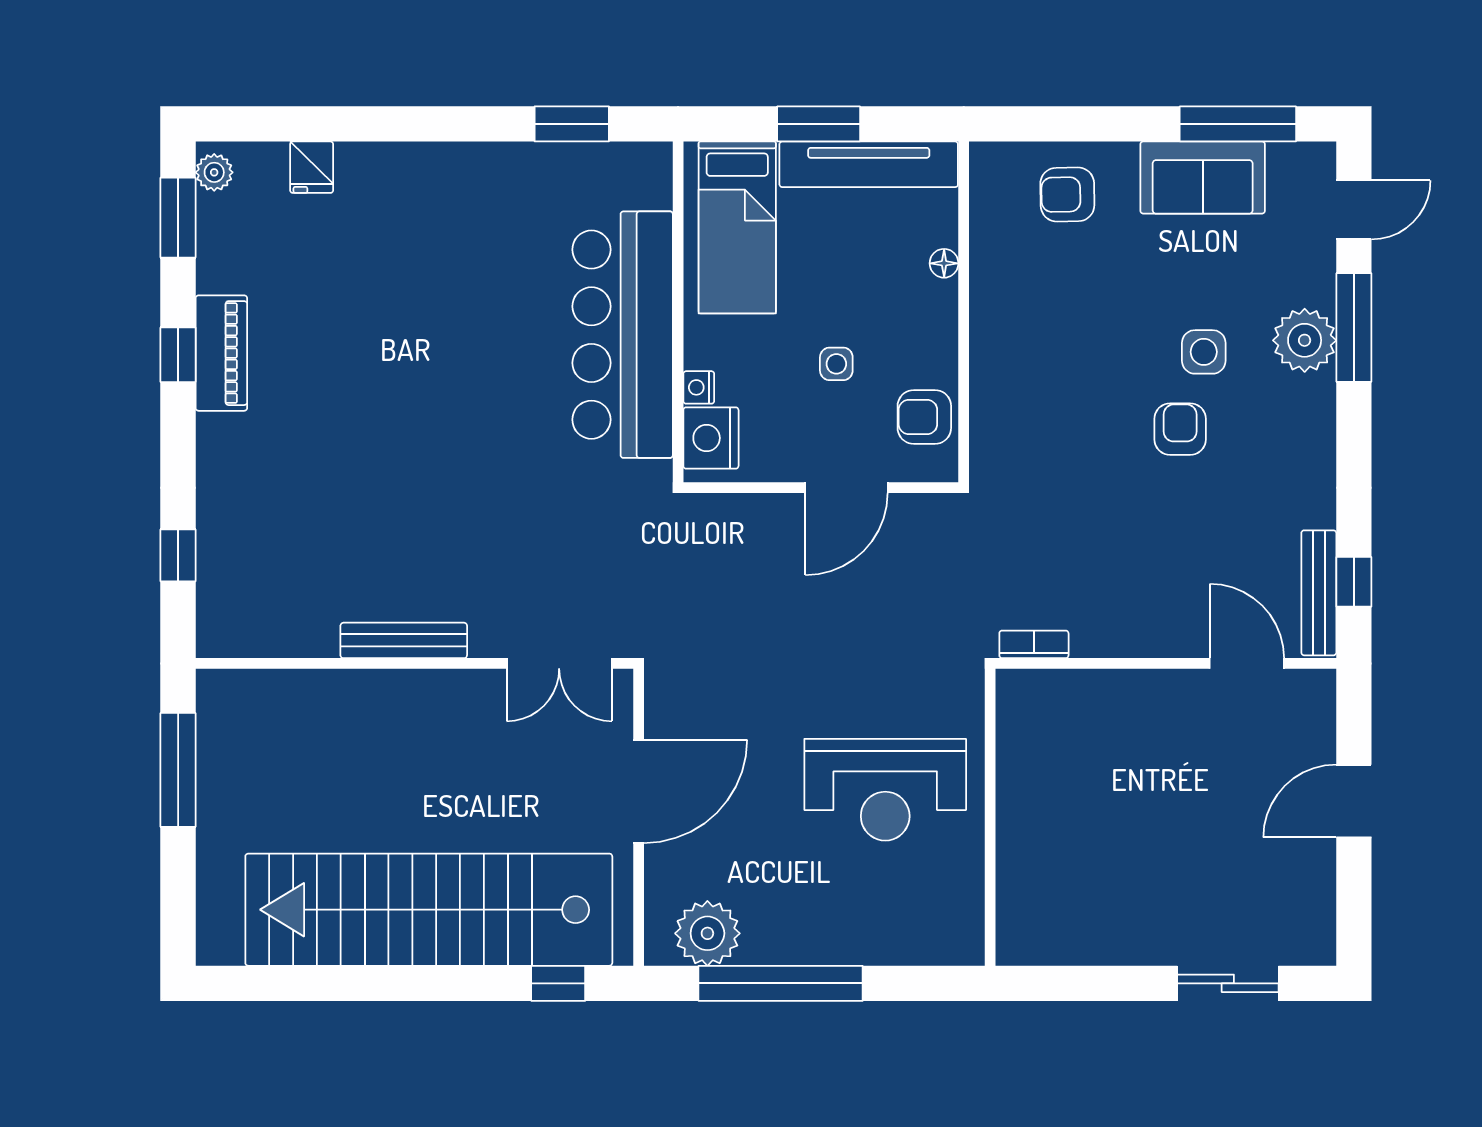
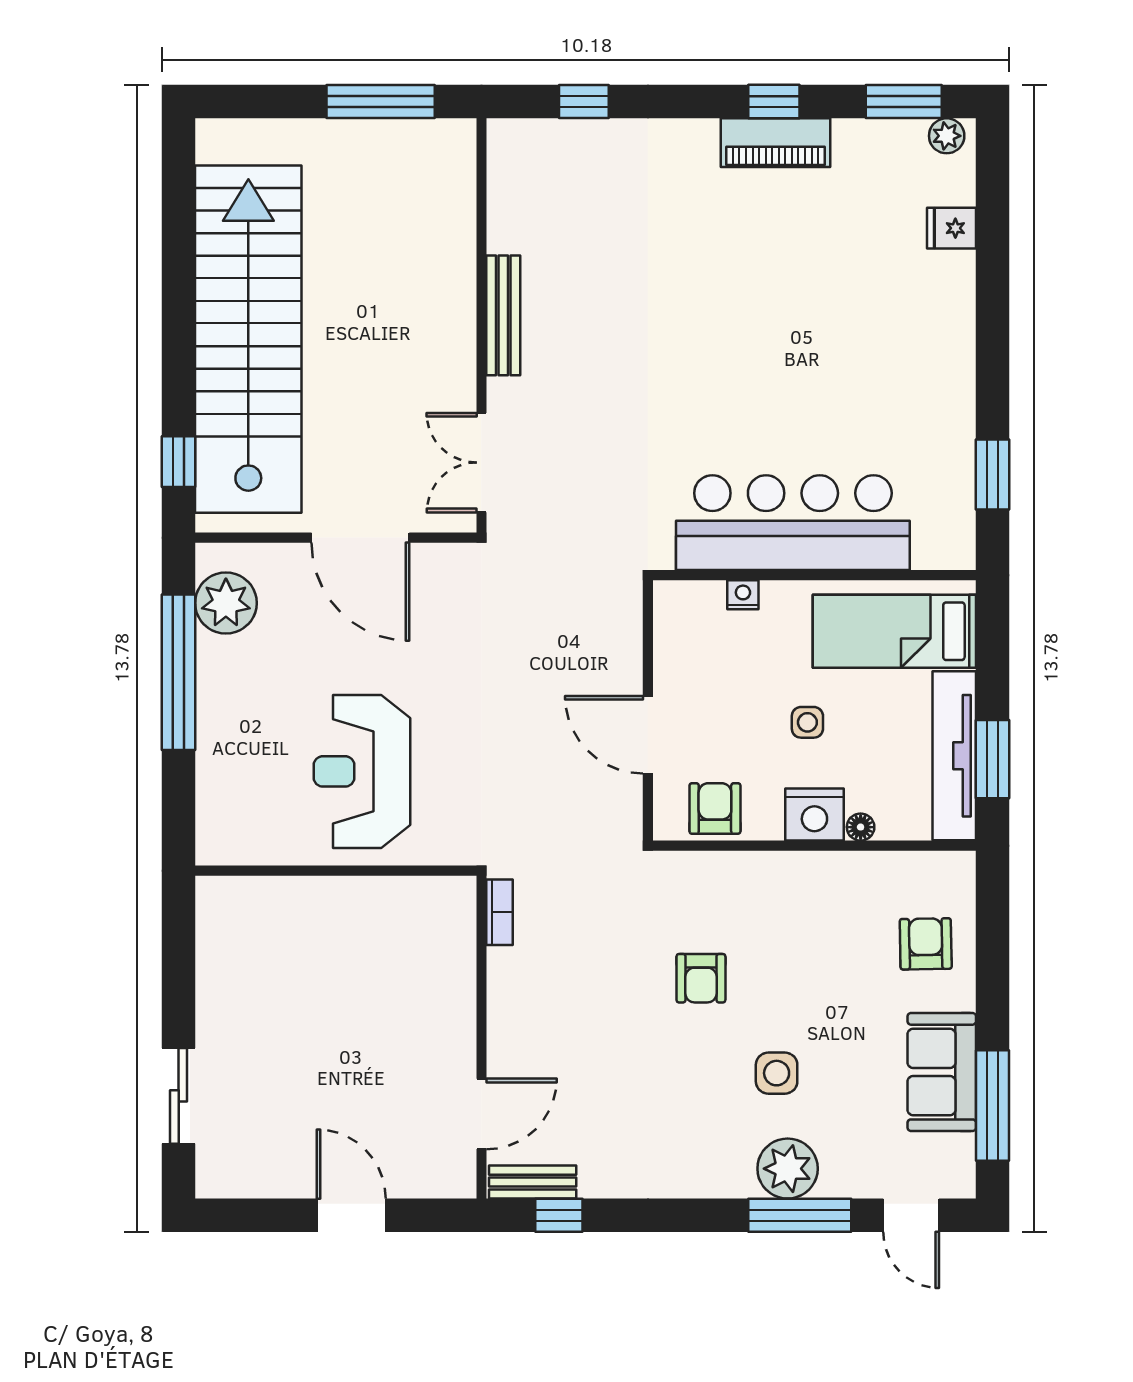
window: (819, 124) -> (993, 759), moved
side table: (836, 364) -> (807, 722), moved
armchair: (1180, 429) -> (701, 978), moved, turned 90
nightstand: (711, 438) -> (814, 815), moved, turned 180
bench: (1319, 593) -> (533, 1182), width x0.73

